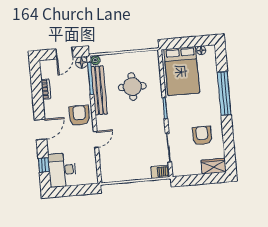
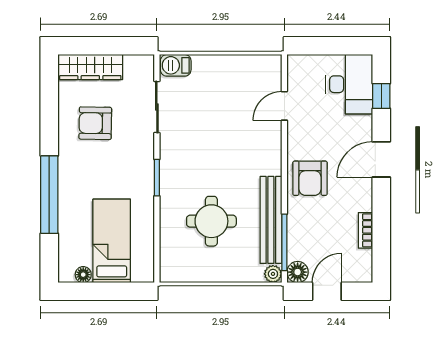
bed: (182, 71) -> (112, 241), width x0.67
armchair: (202, 136) -> (95, 123), turned 91
door: (96, 139) -> (284, 106), moved
wardrobe: (214, 166) -> (90, 67), width x1.50

